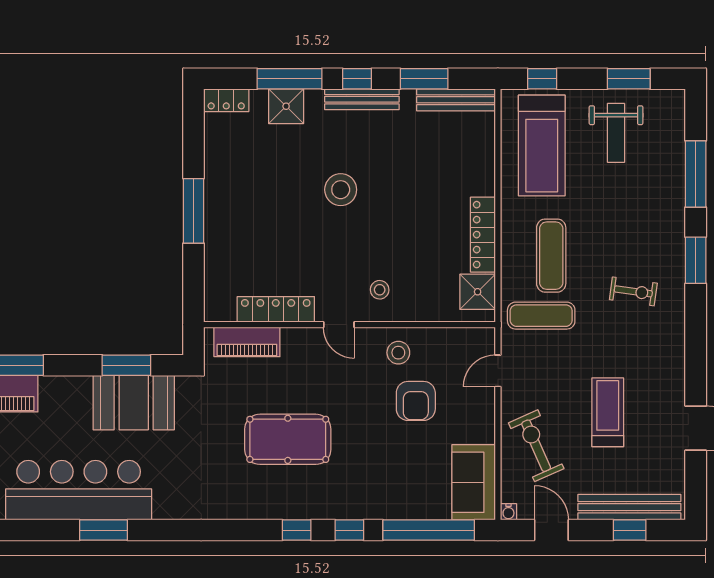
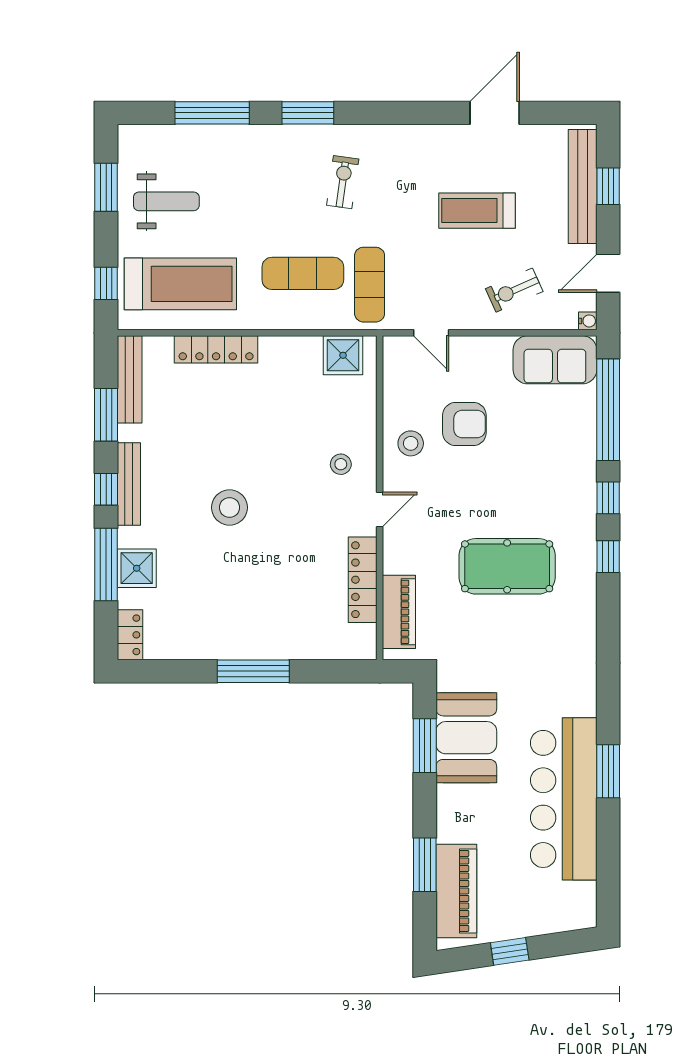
locker: (483, 235) -> (216, 349), moved
pool table: (288, 439) -> (507, 566), turned 90
exercise bike: (536, 446) -> (514, 290), width x0.73, depth x0.72

